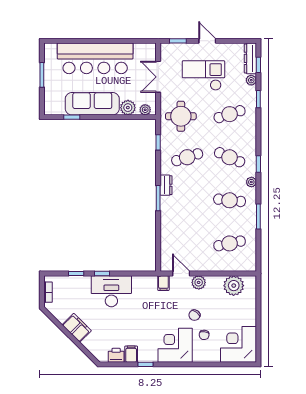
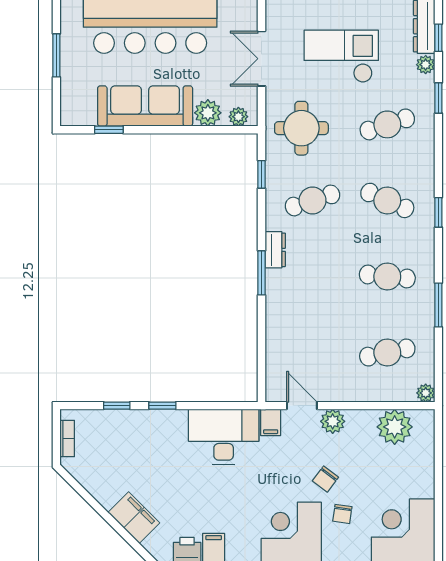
plant: (251, 182) -> (426, 393), moved
desk: (111, 291) -> (224, 437), moved
filing cabinet: (77, 328) -> (134, 518), moved

